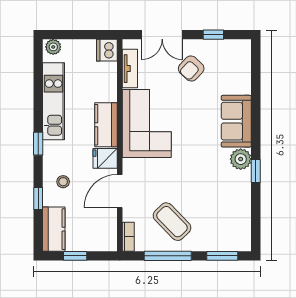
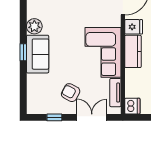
armchair: (191, 69) -> (71, 93), turned -105
window: (256, 171) -> (23, 52), moved

